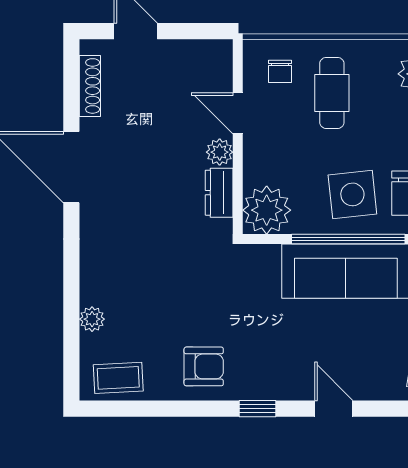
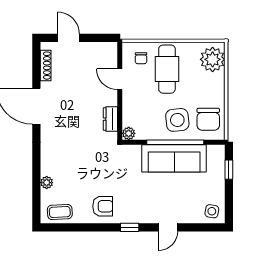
cafe table: (332, 93) -> (167, 69), width x1.37, depth x1.35
plant: (220, 152) -> (111, 99), removed
plant: (267, 210) -> (129, 133), width x0.53, depth x0.53
door: (334, 409) -> (168, 227), swing flipped

